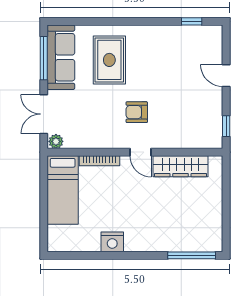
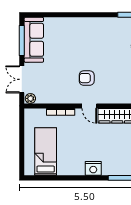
rug: (109, 60) -> (68, 42), removed
bed: (63, 190) -> (46, 152), moved, turned 180
nightstand: (112, 242) -> (93, 168), moved

